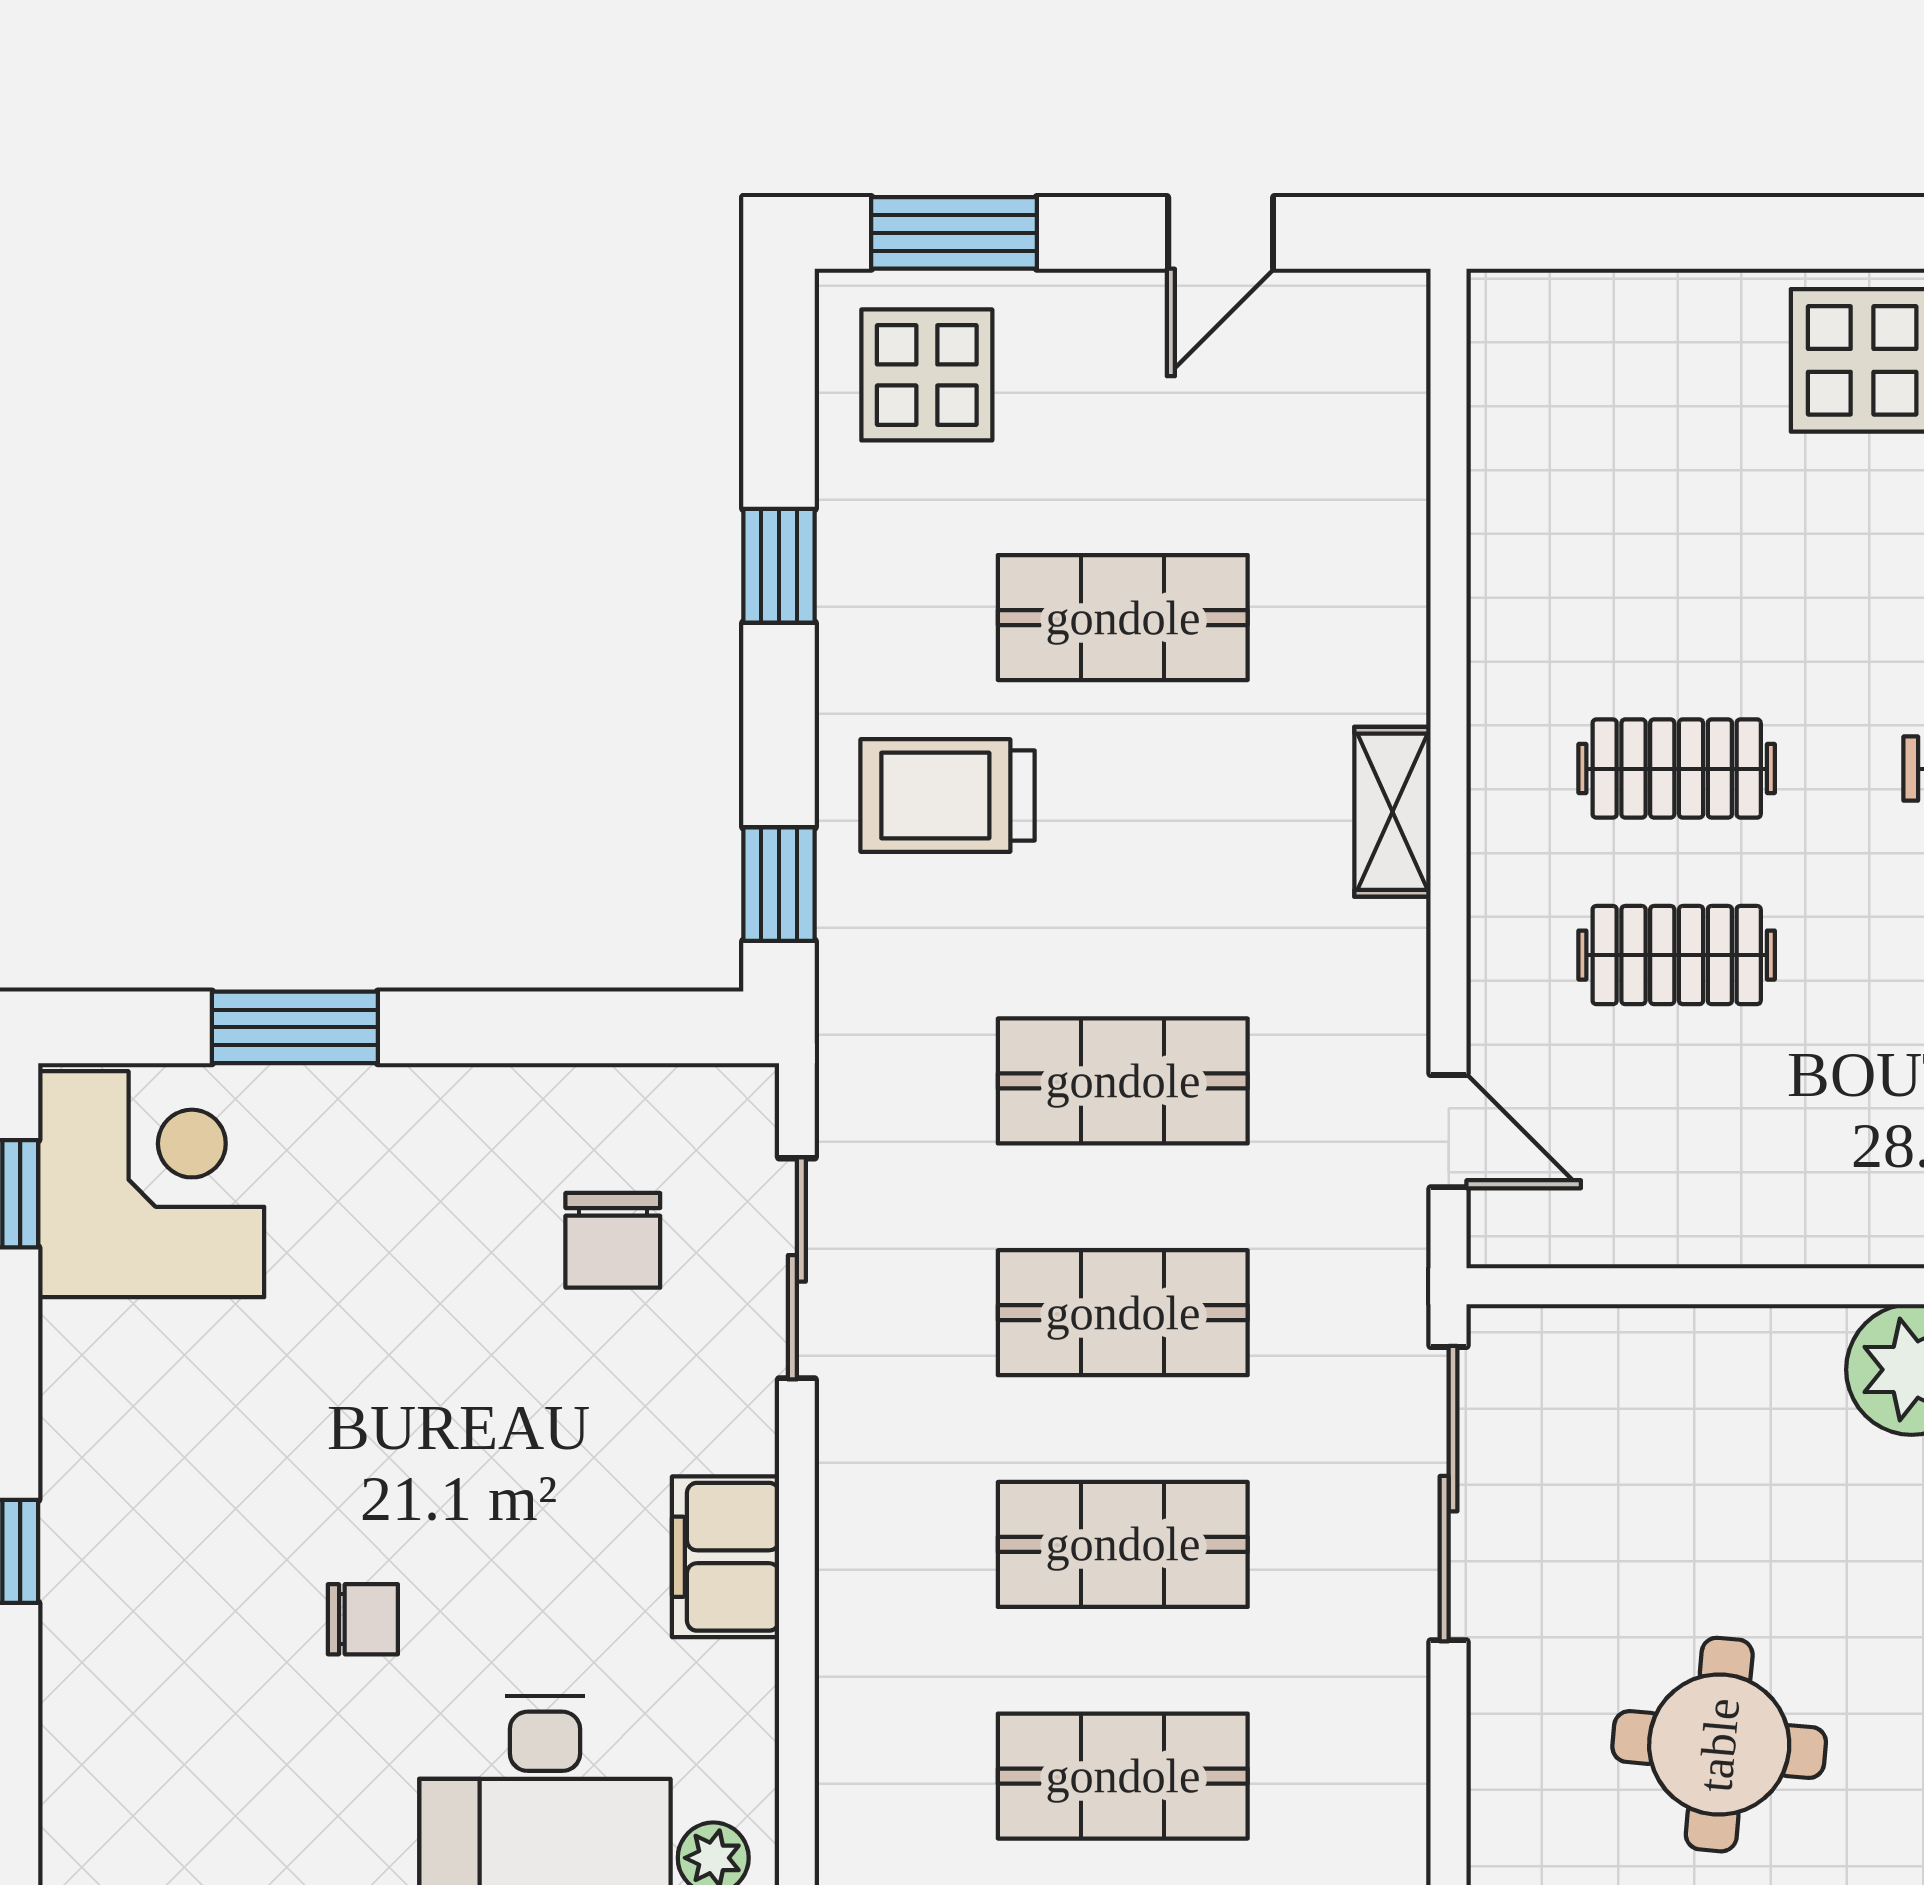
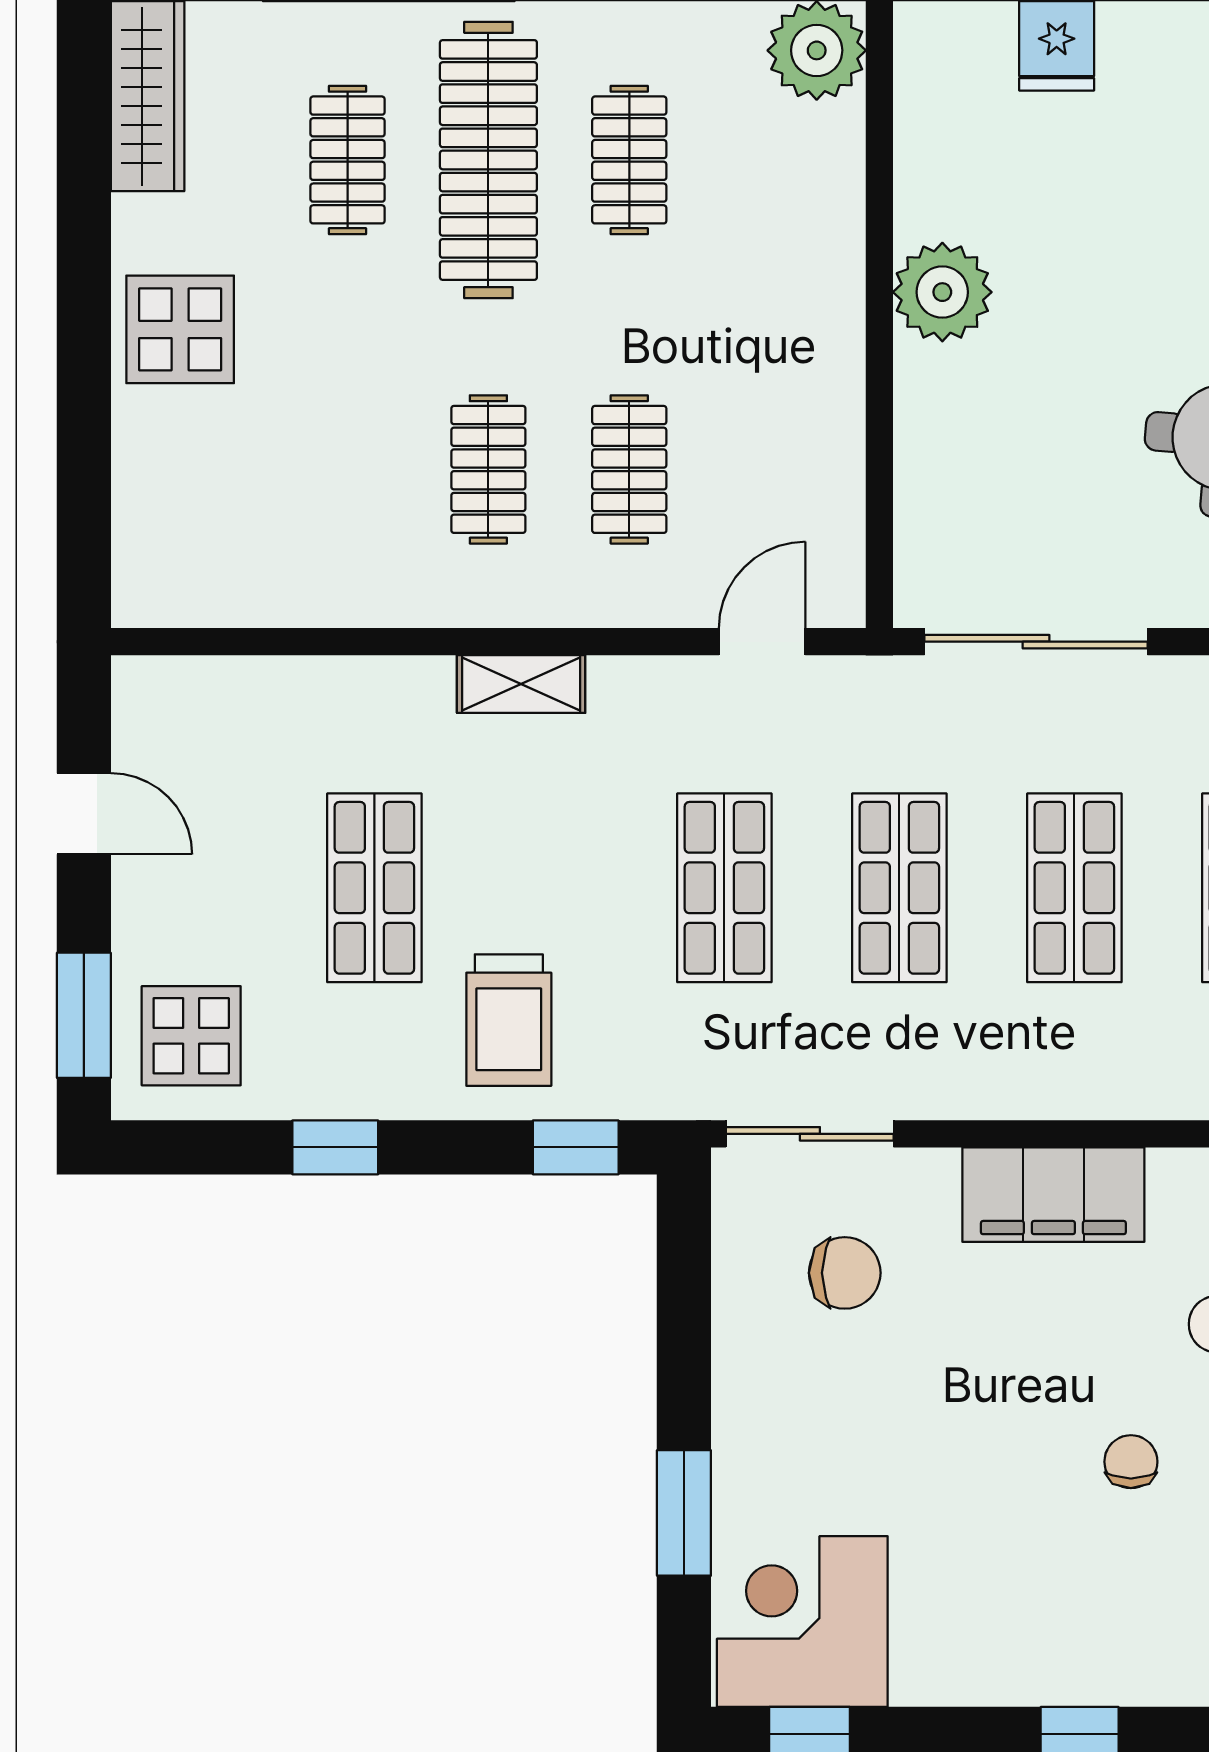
sliding door: (797, 1268) -> (810, 1134), moved
filing cabinet: (725, 1557) -> (1053, 1195), width x1.50, depth x1.17

